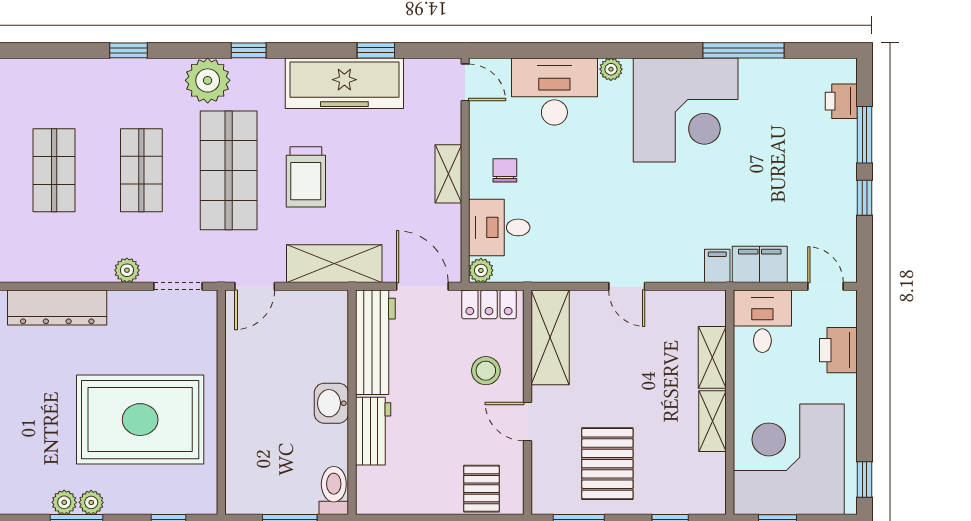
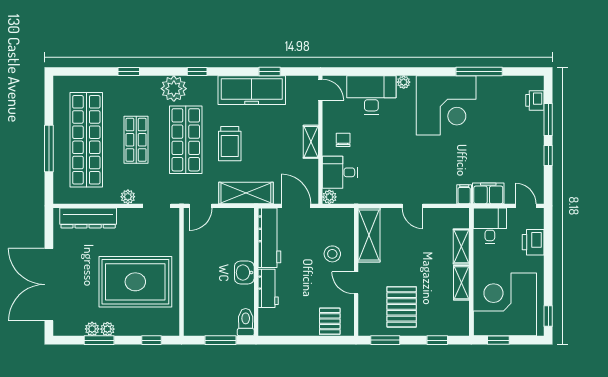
shop shelf: (54, 170) -> (86, 140), width x2.00, depth x1.36
locker: (489, 304) -> (334, 216), removed

